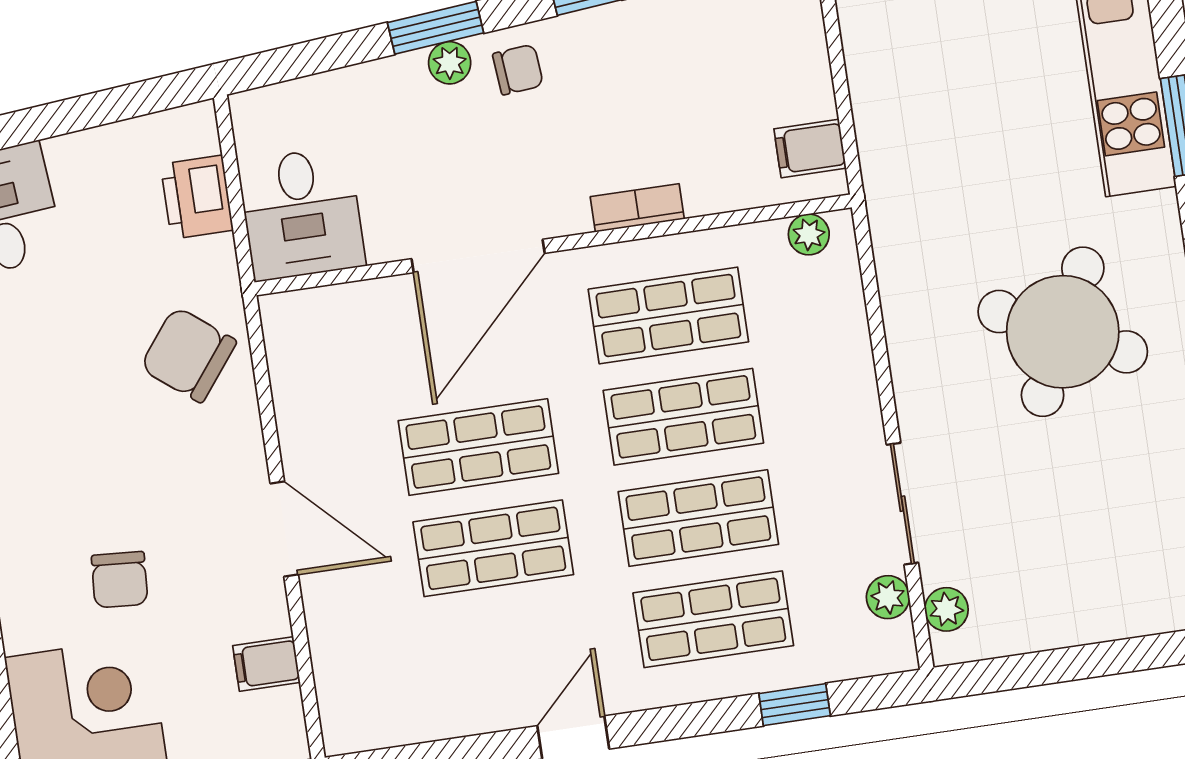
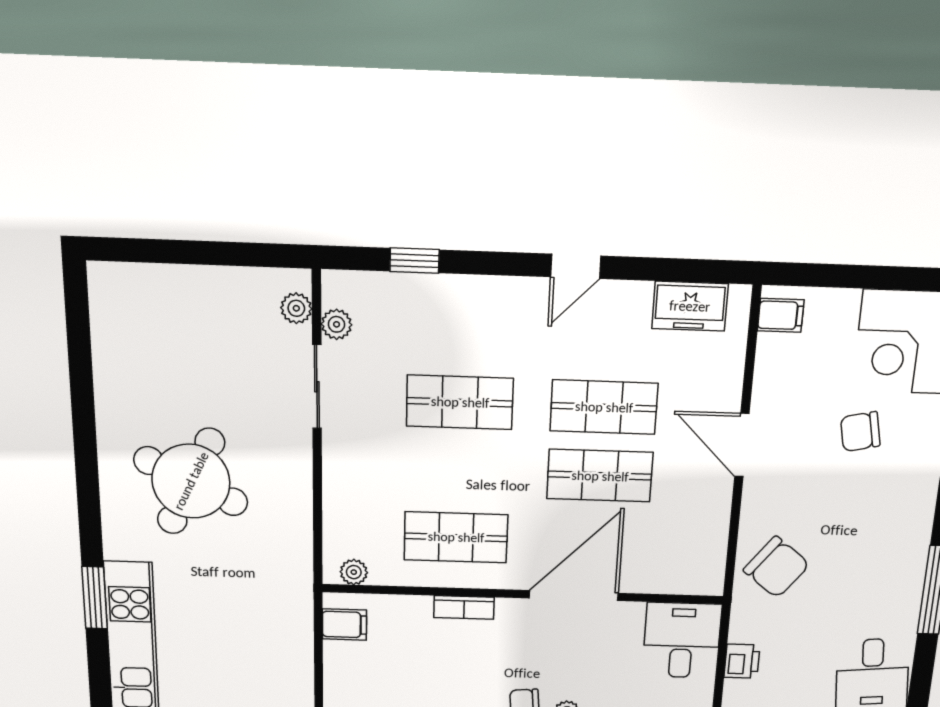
printer: (197, 197) -> (742, 661), width x0.73, depth x0.81
shop shelf: (683, 417) -> (458, 471), removed
chair: (120, 580) -> (860, 432), turned -106
shop shelf: (713, 619) -> (462, 331), removed
filing cabinet: (266, 664) -> (781, 315), moved
freezer: (404, 712) -> (690, 306), added

